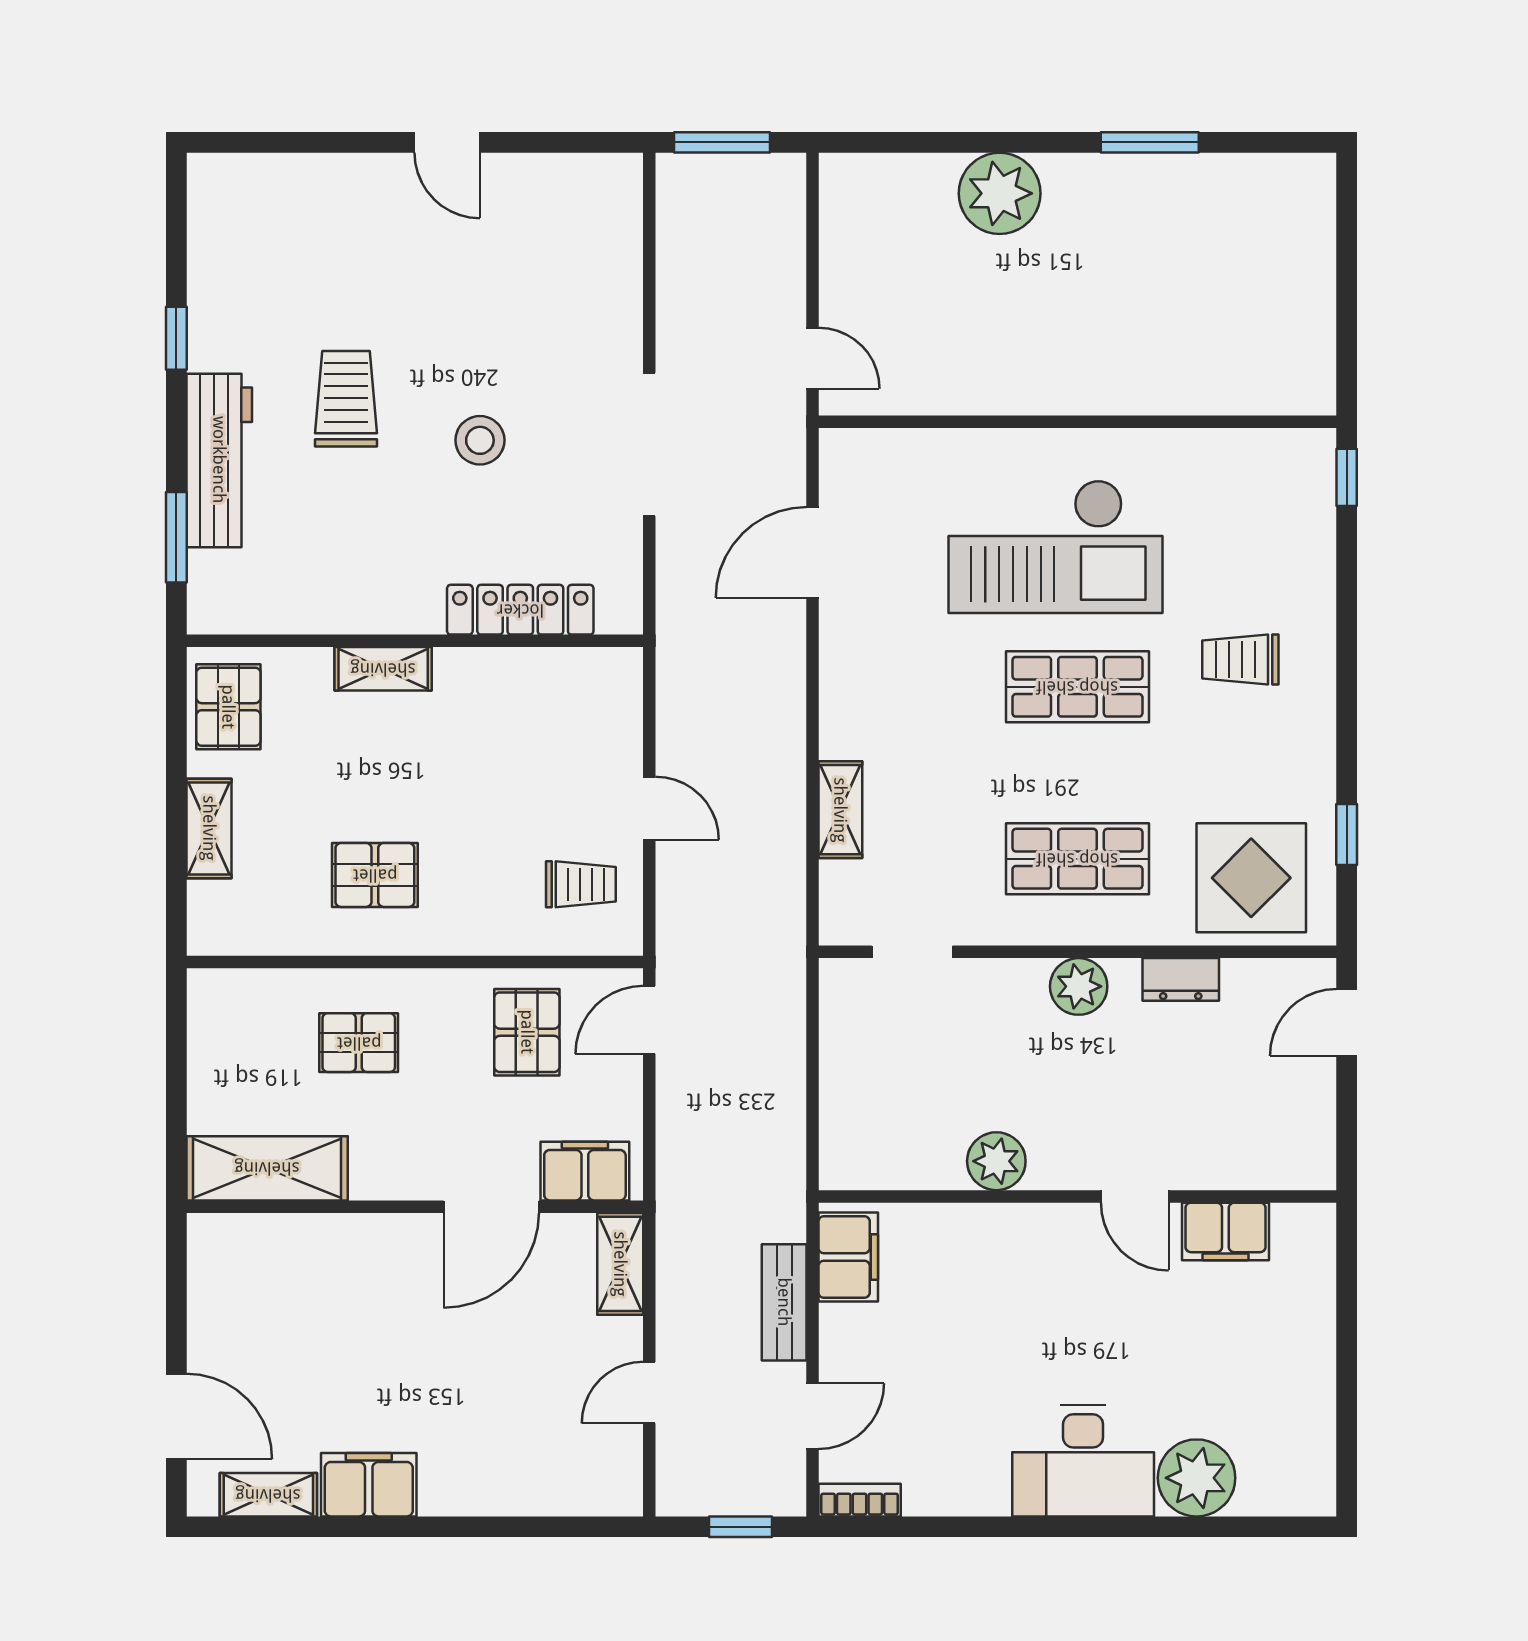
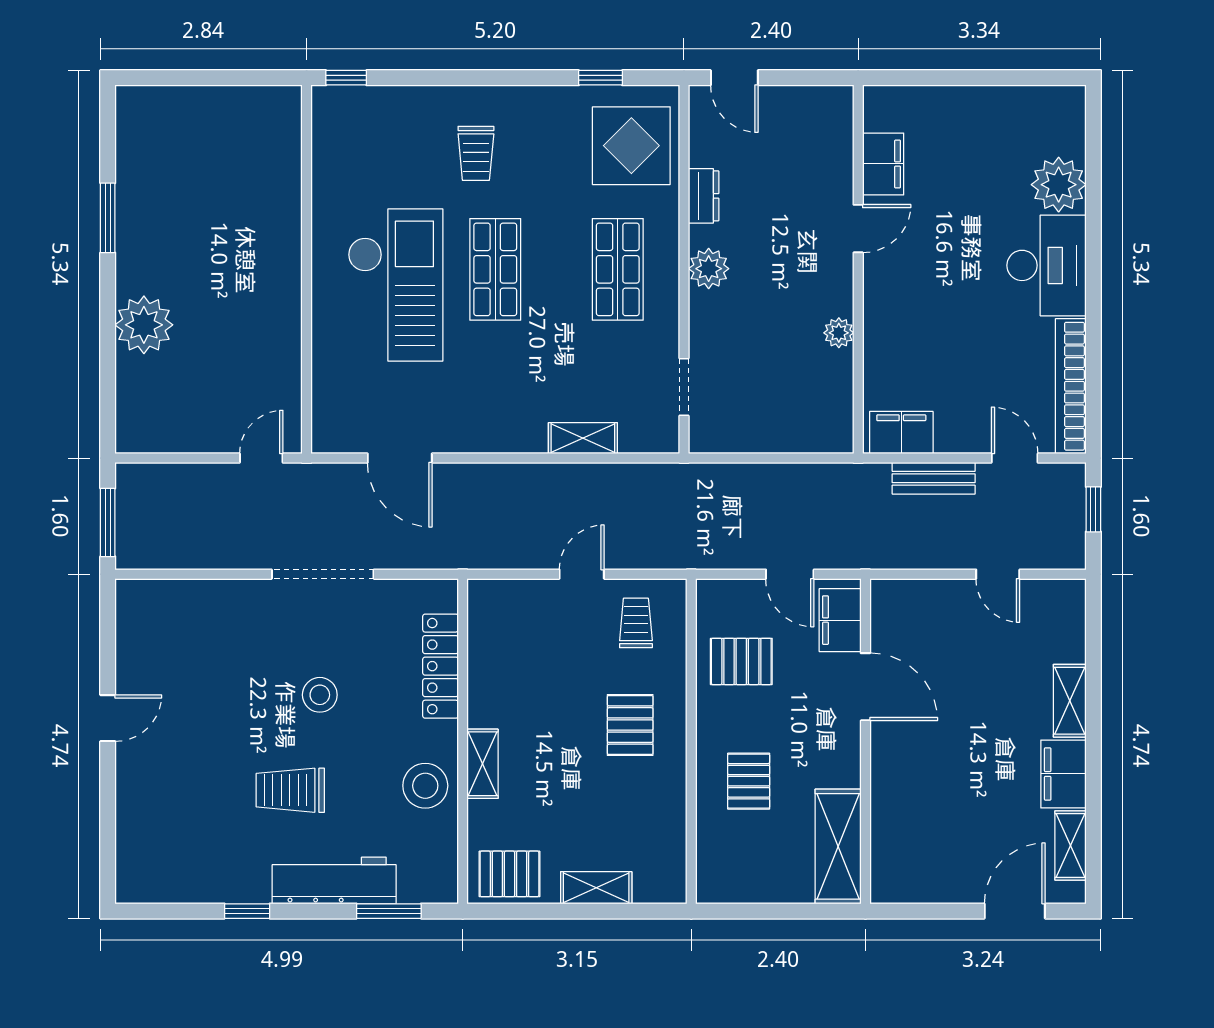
stool: (352, 588) -> (425, 786), added
pallet: (375, 875) -> (630, 725), moved
door: (649, 1020) -> (790, 574), moved
plant: (996, 1161) -> (839, 333), width x0.73, depth x0.73
shelving: (620, 1264) -> (1070, 701), moved, turned 90
bookcase: (860, 1500) -> (1071, 386), width x2.31, depth x1.31

